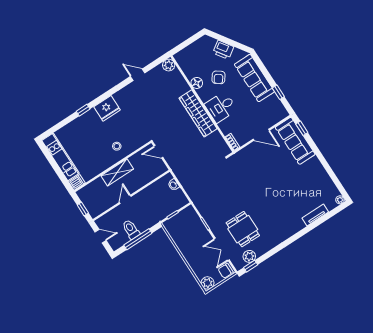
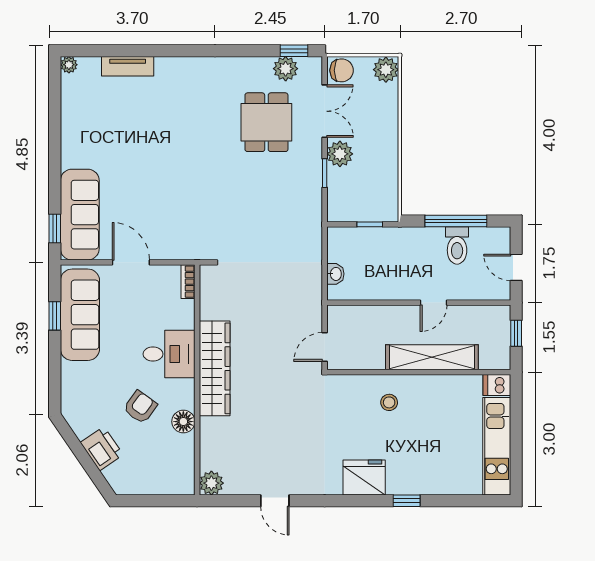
sofa: (254, 78) -> (80, 315), moved
door: (158, 152) -> (325, 347), swing flipped
shelving: (117, 172) -> (432, 357), width x1.47
plant: (204, 236) -> (340, 154), added

